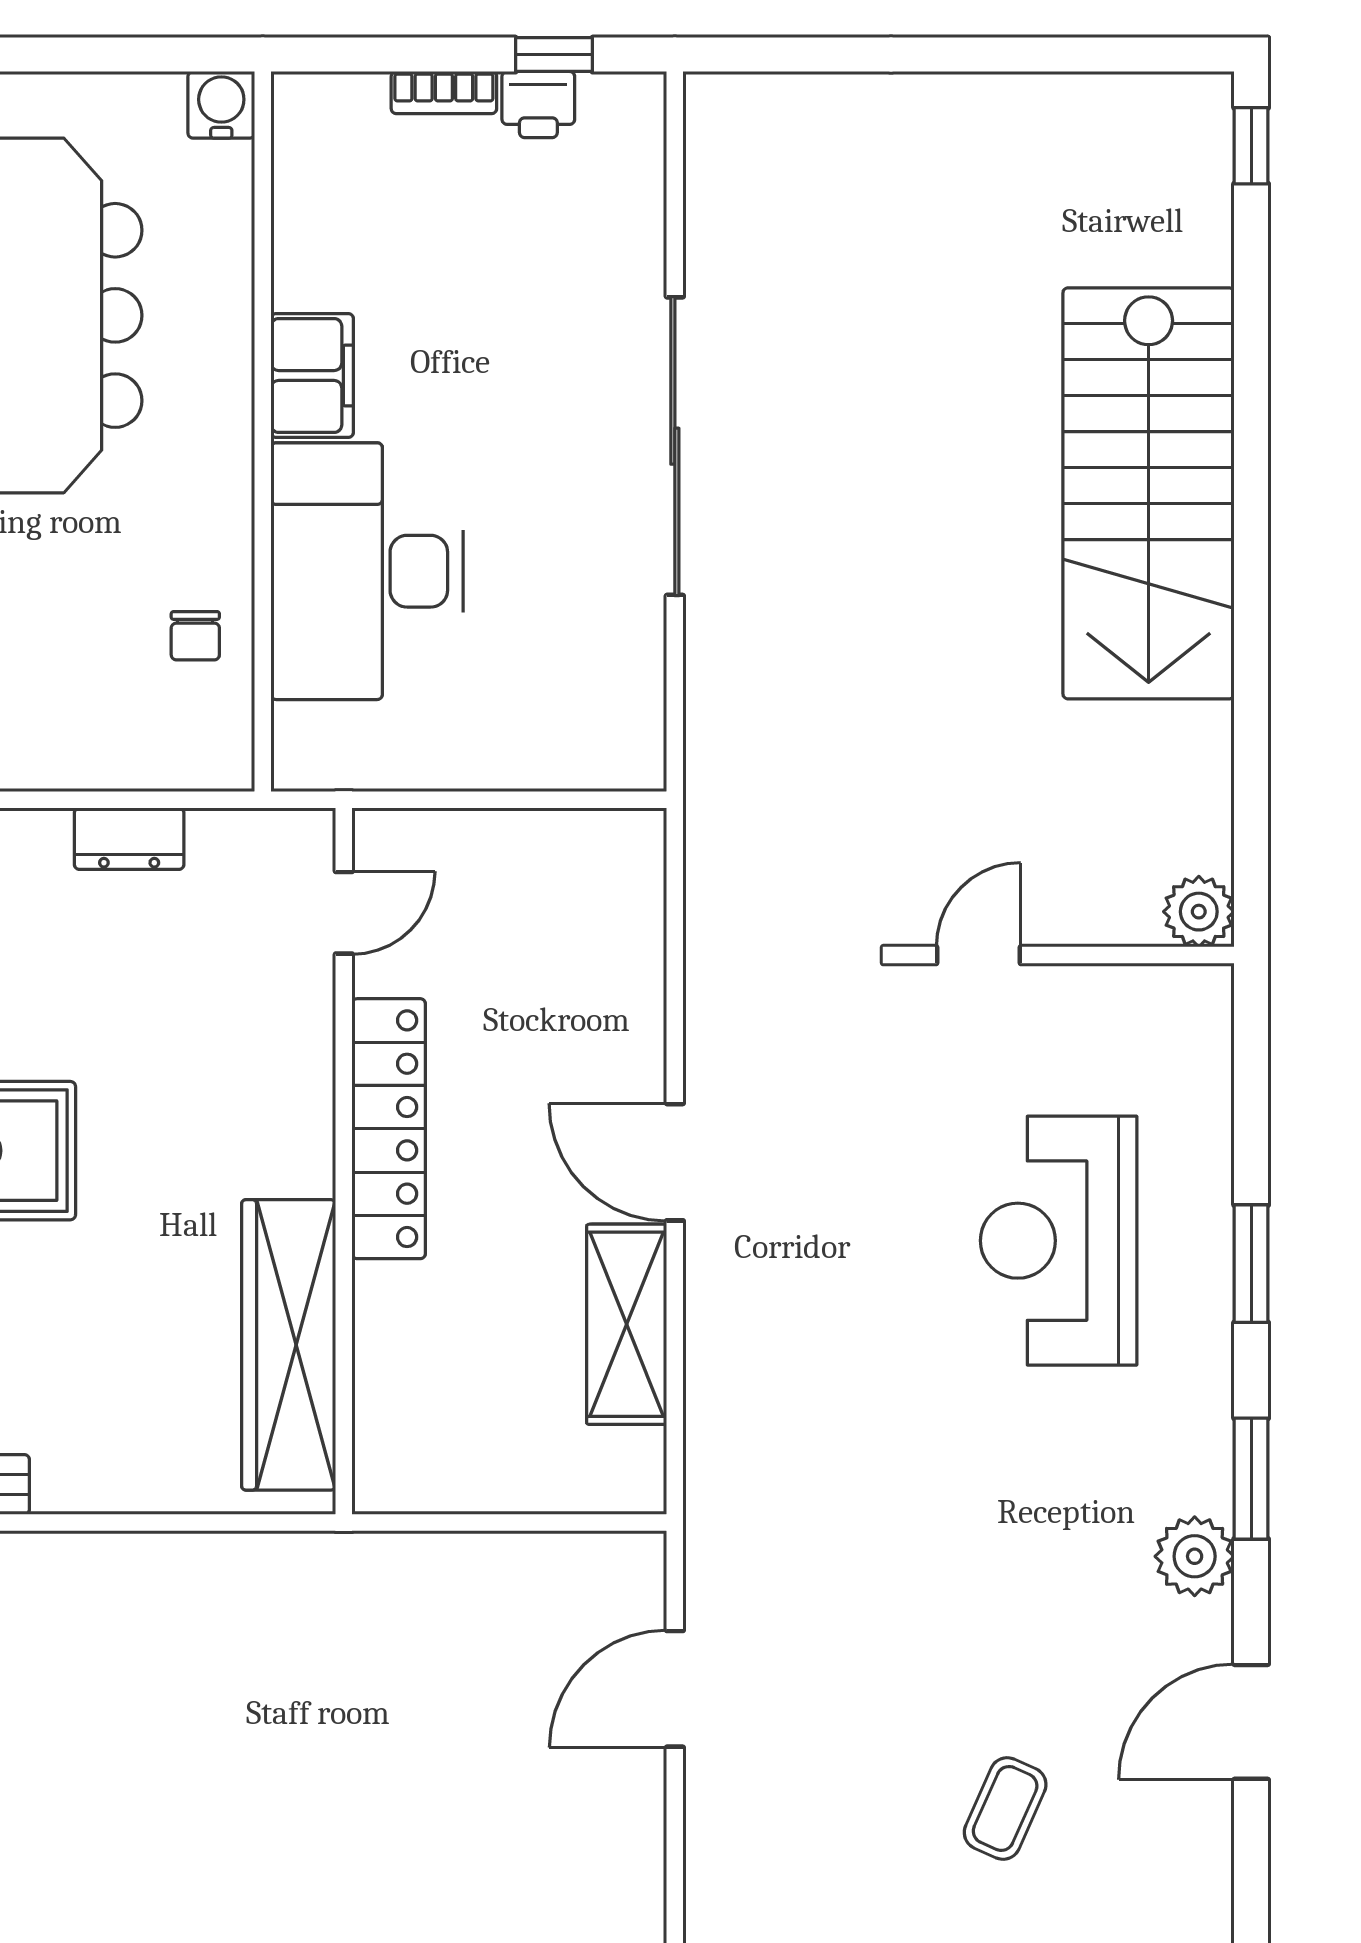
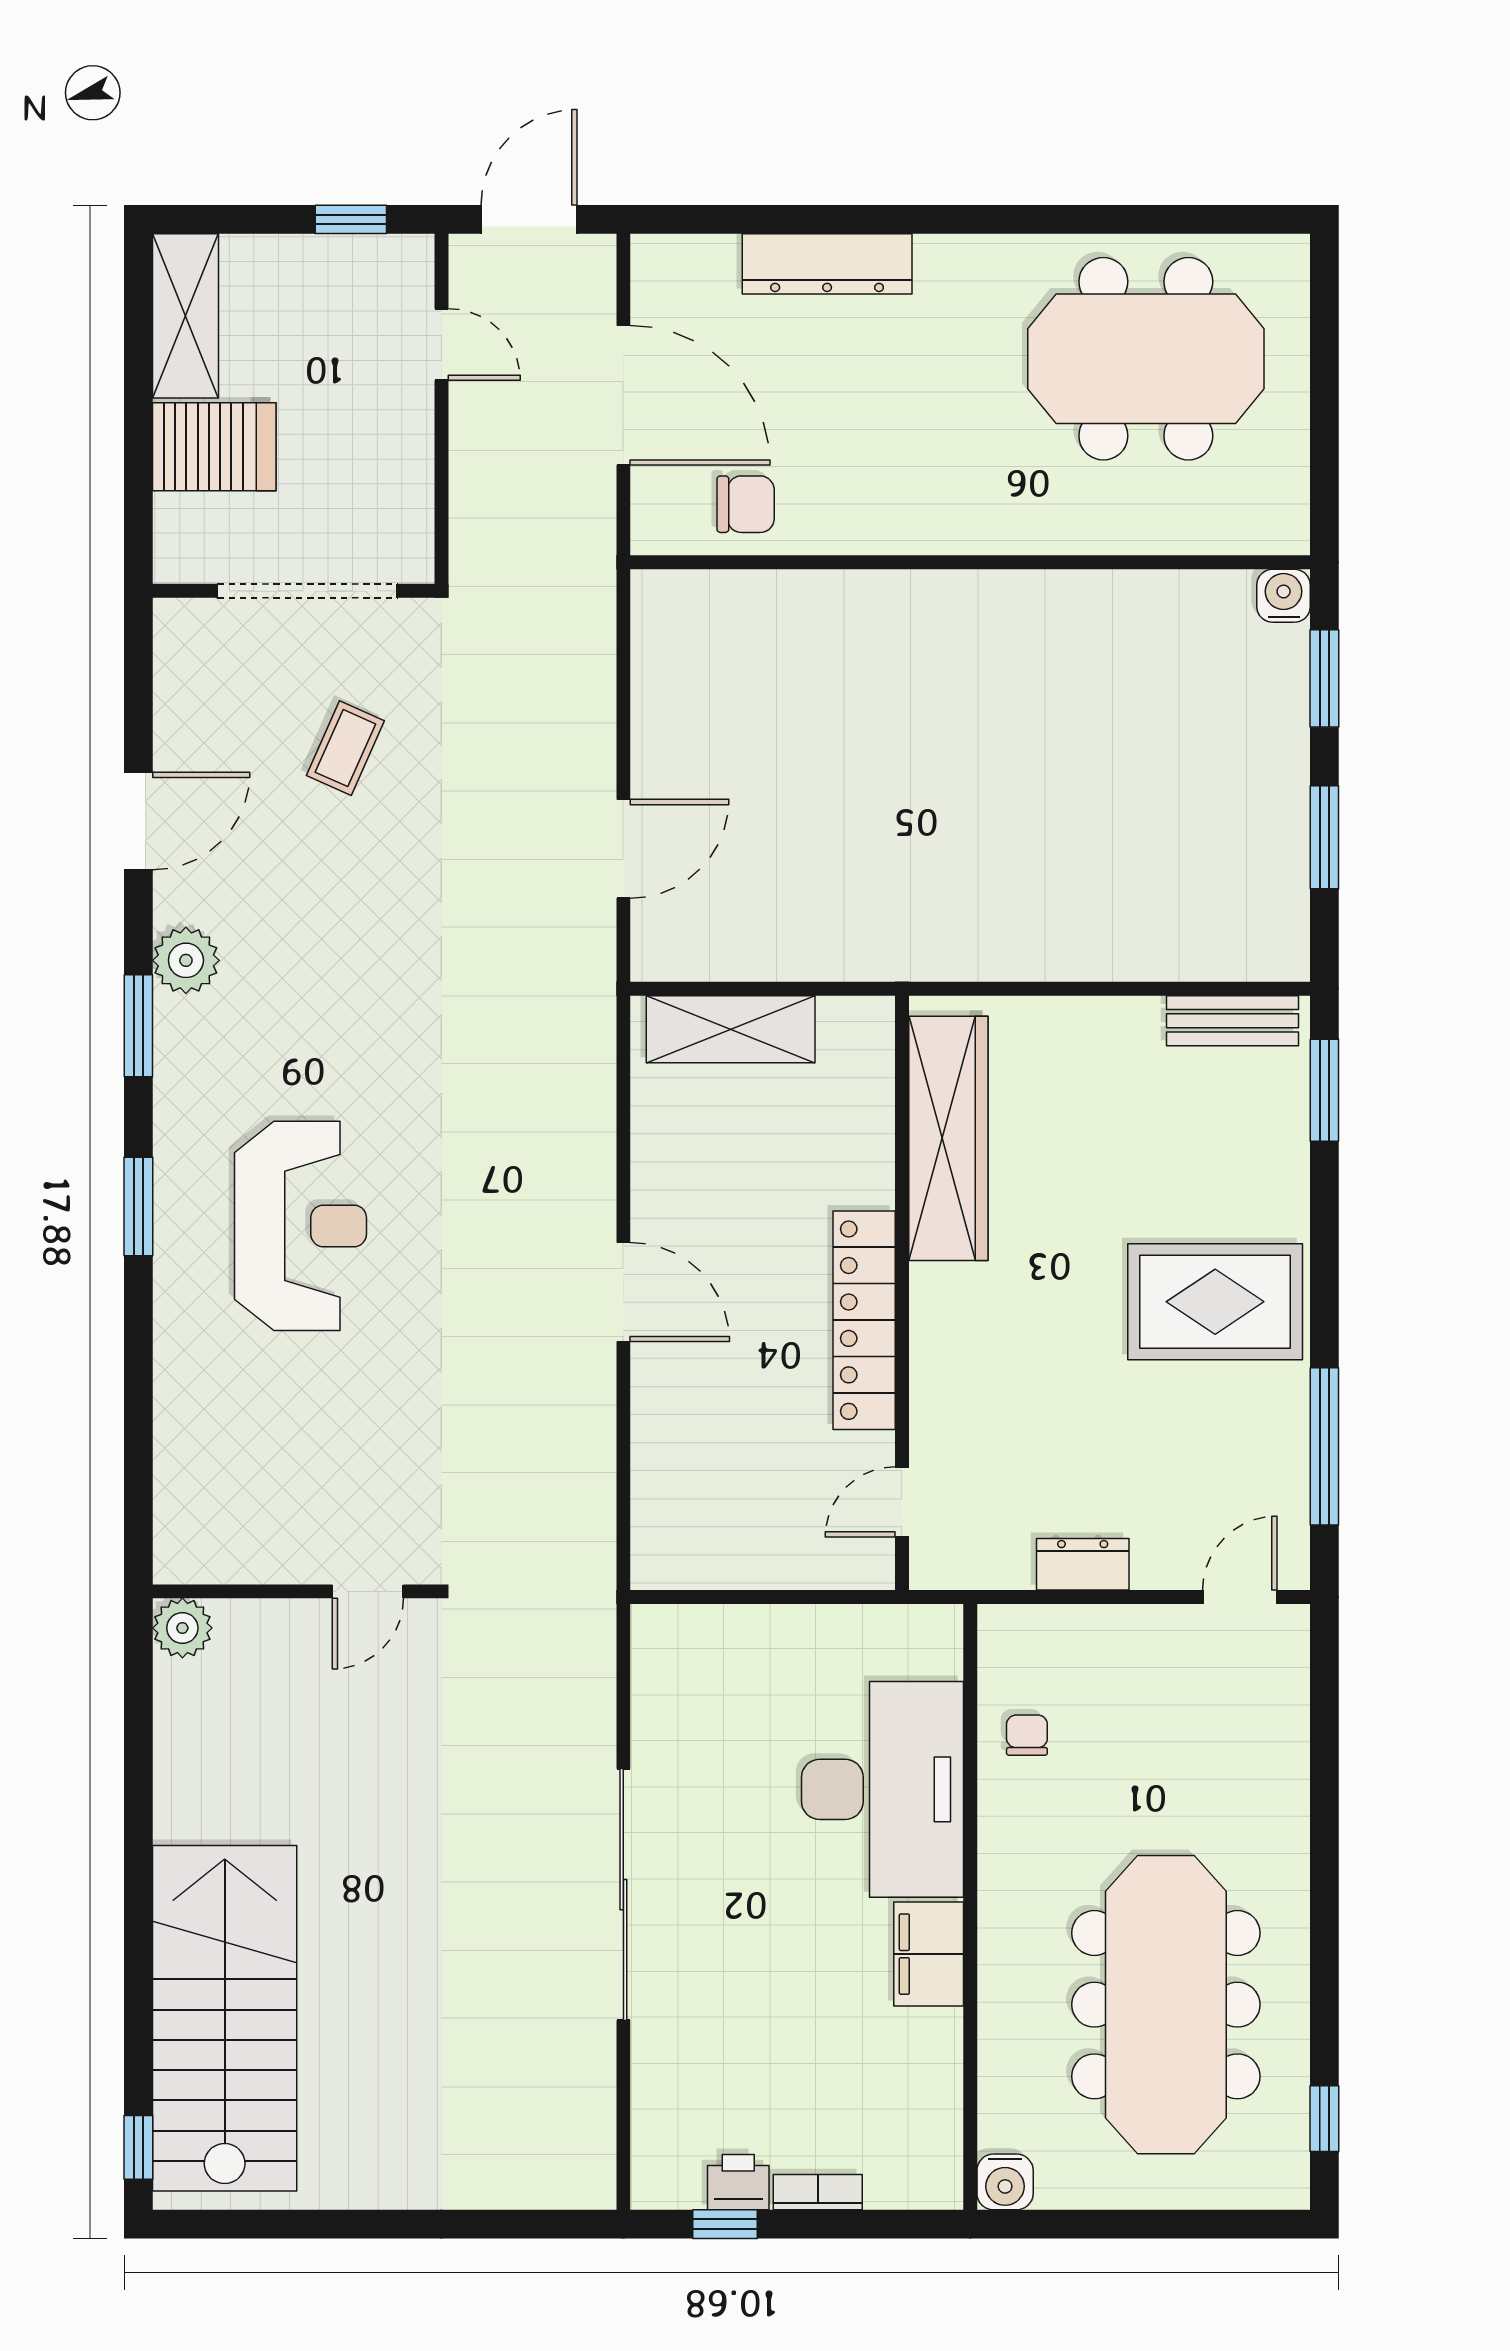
stairs: (1149, 493) -> (225, 2018), moved
plant: (1199, 912) -> (182, 1628), moved
door: (978, 955) -> (368, 1591), moved
wall: (1067, 955) -> (294, 1591), moved
shelving: (627, 1324) -> (731, 1029), moved, turned 90

